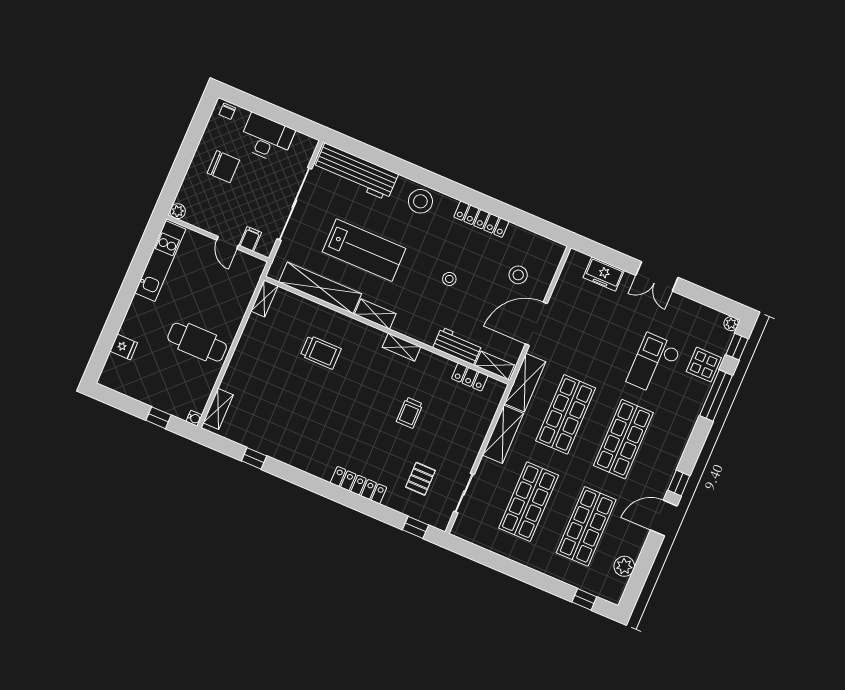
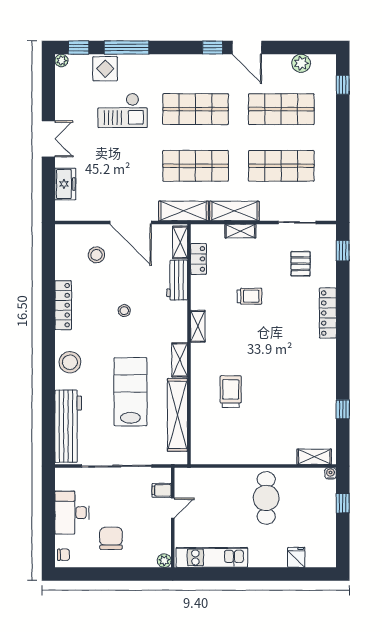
shelving: (264, 298) -> (240, 231), moved
pallet: (421, 479) -> (301, 264), turned 90

